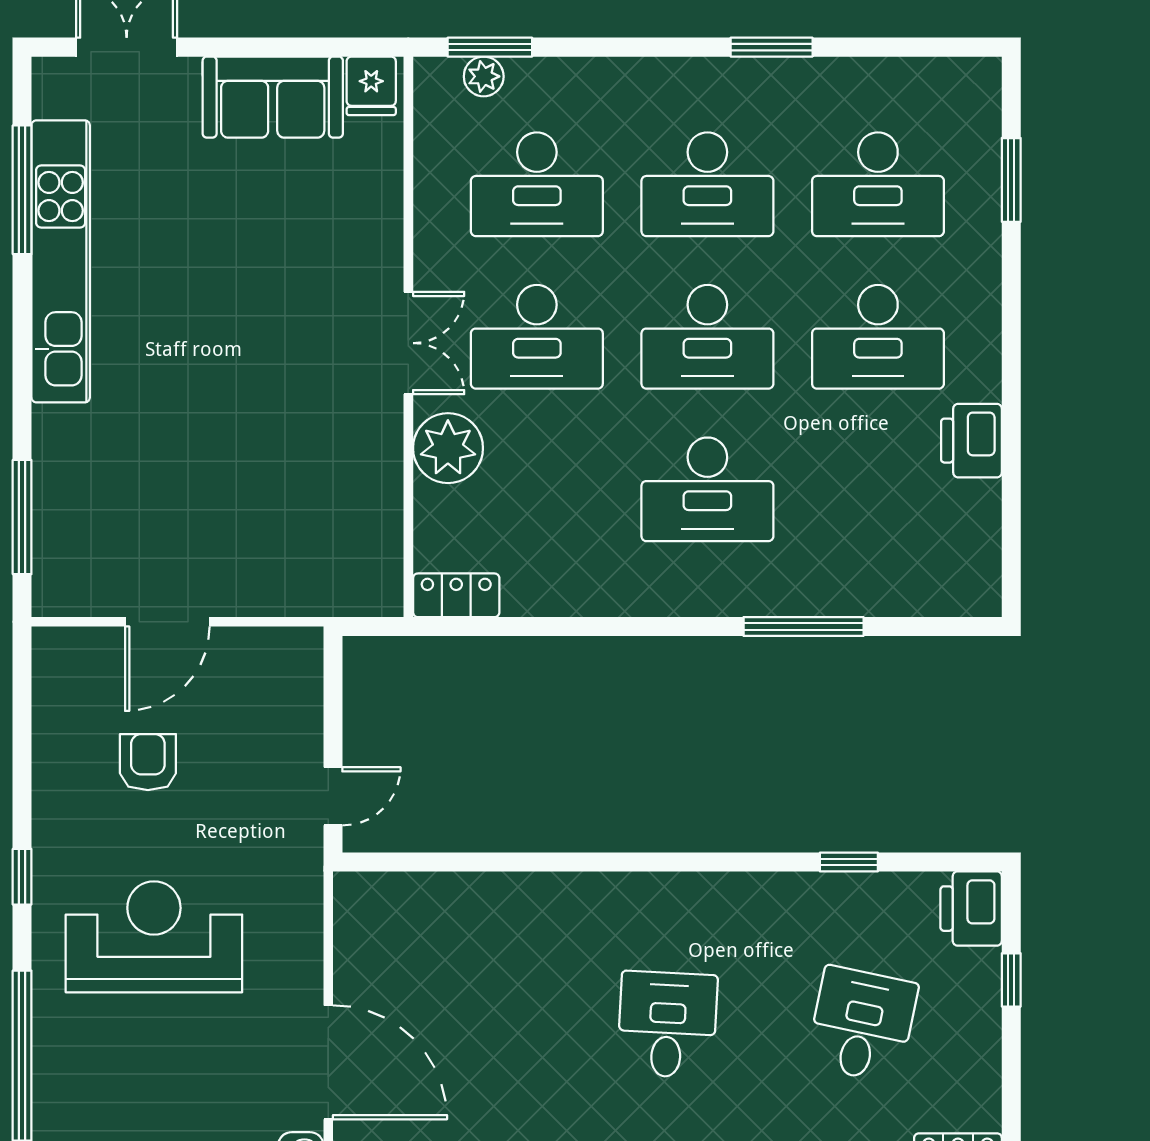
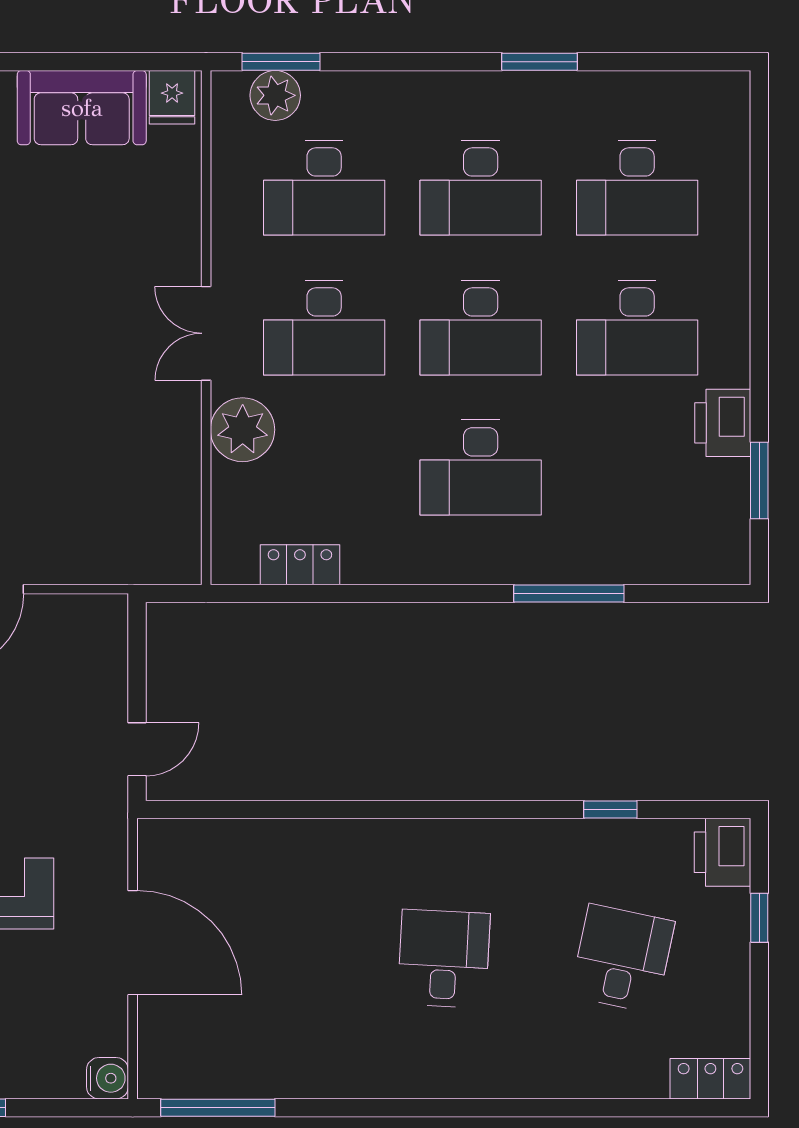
plant: (484, 76) -> (275, 95), width x1.38, depth x1.38
window: (1011, 180) -> (759, 480), moved
double door: (408, 343) -> (206, 333), swing flipped
locker: (456, 595) -> (300, 565), moved
door: (328, 1062) -> (133, 943), moved

